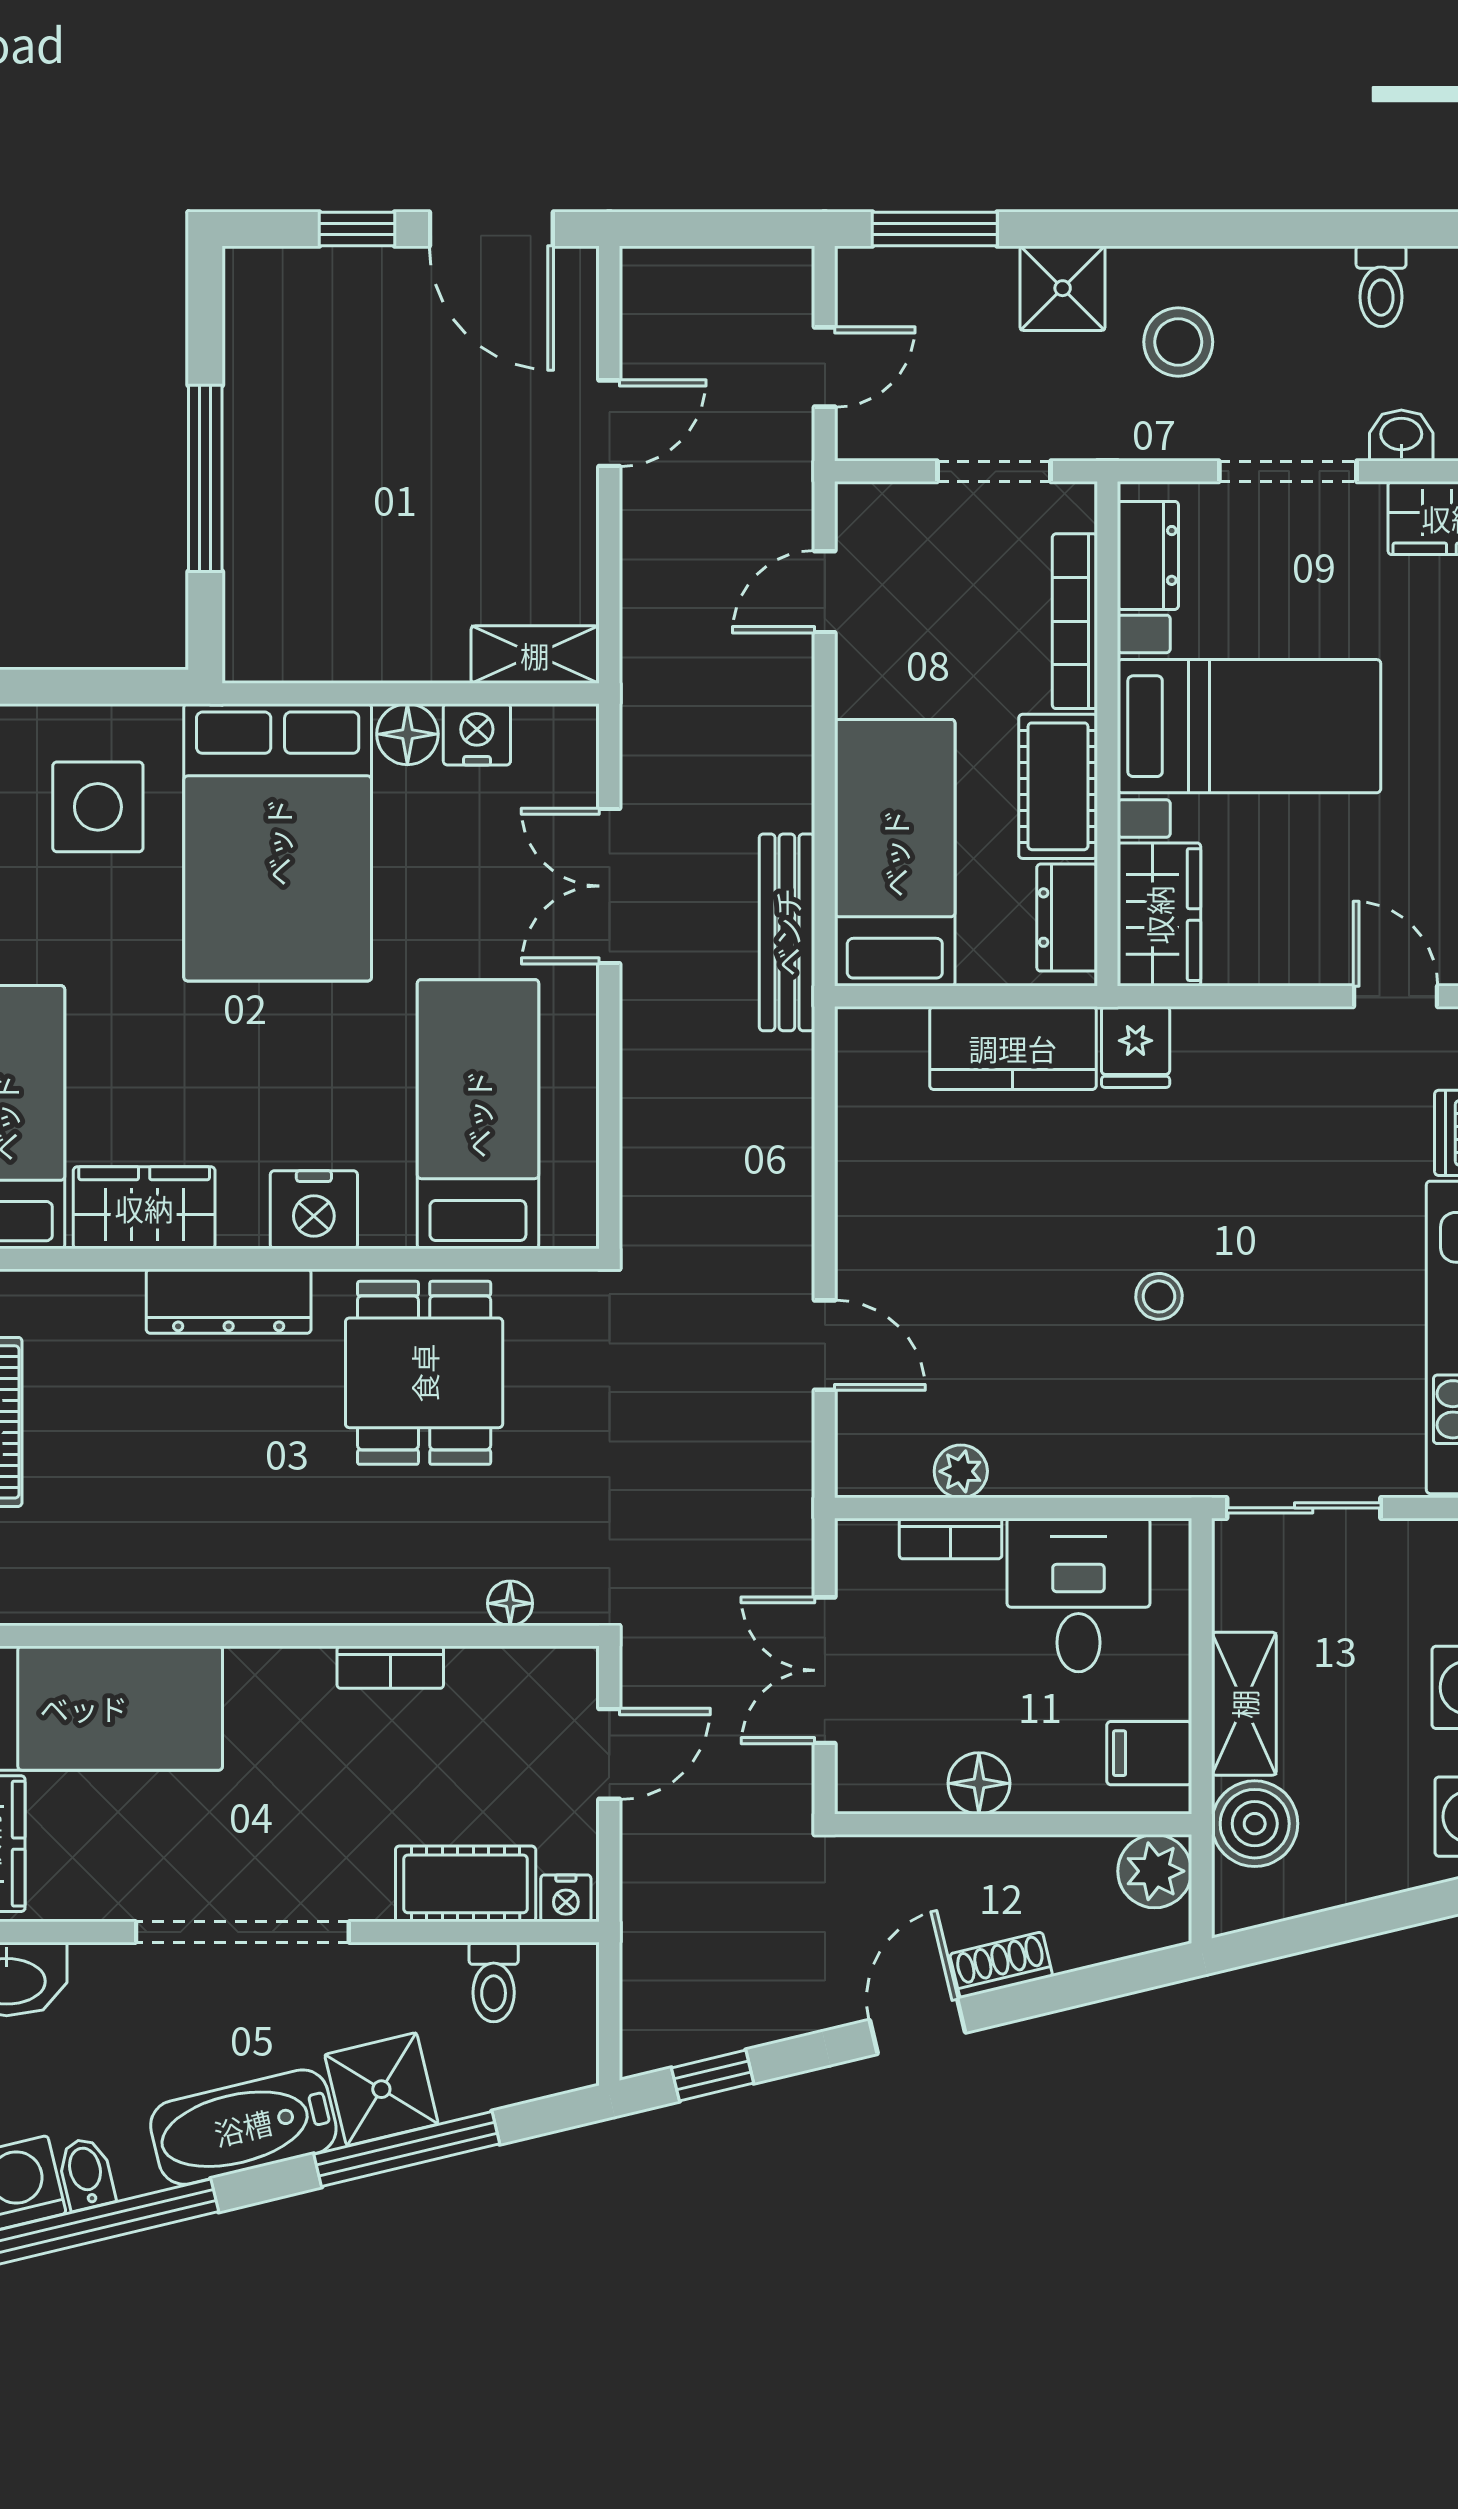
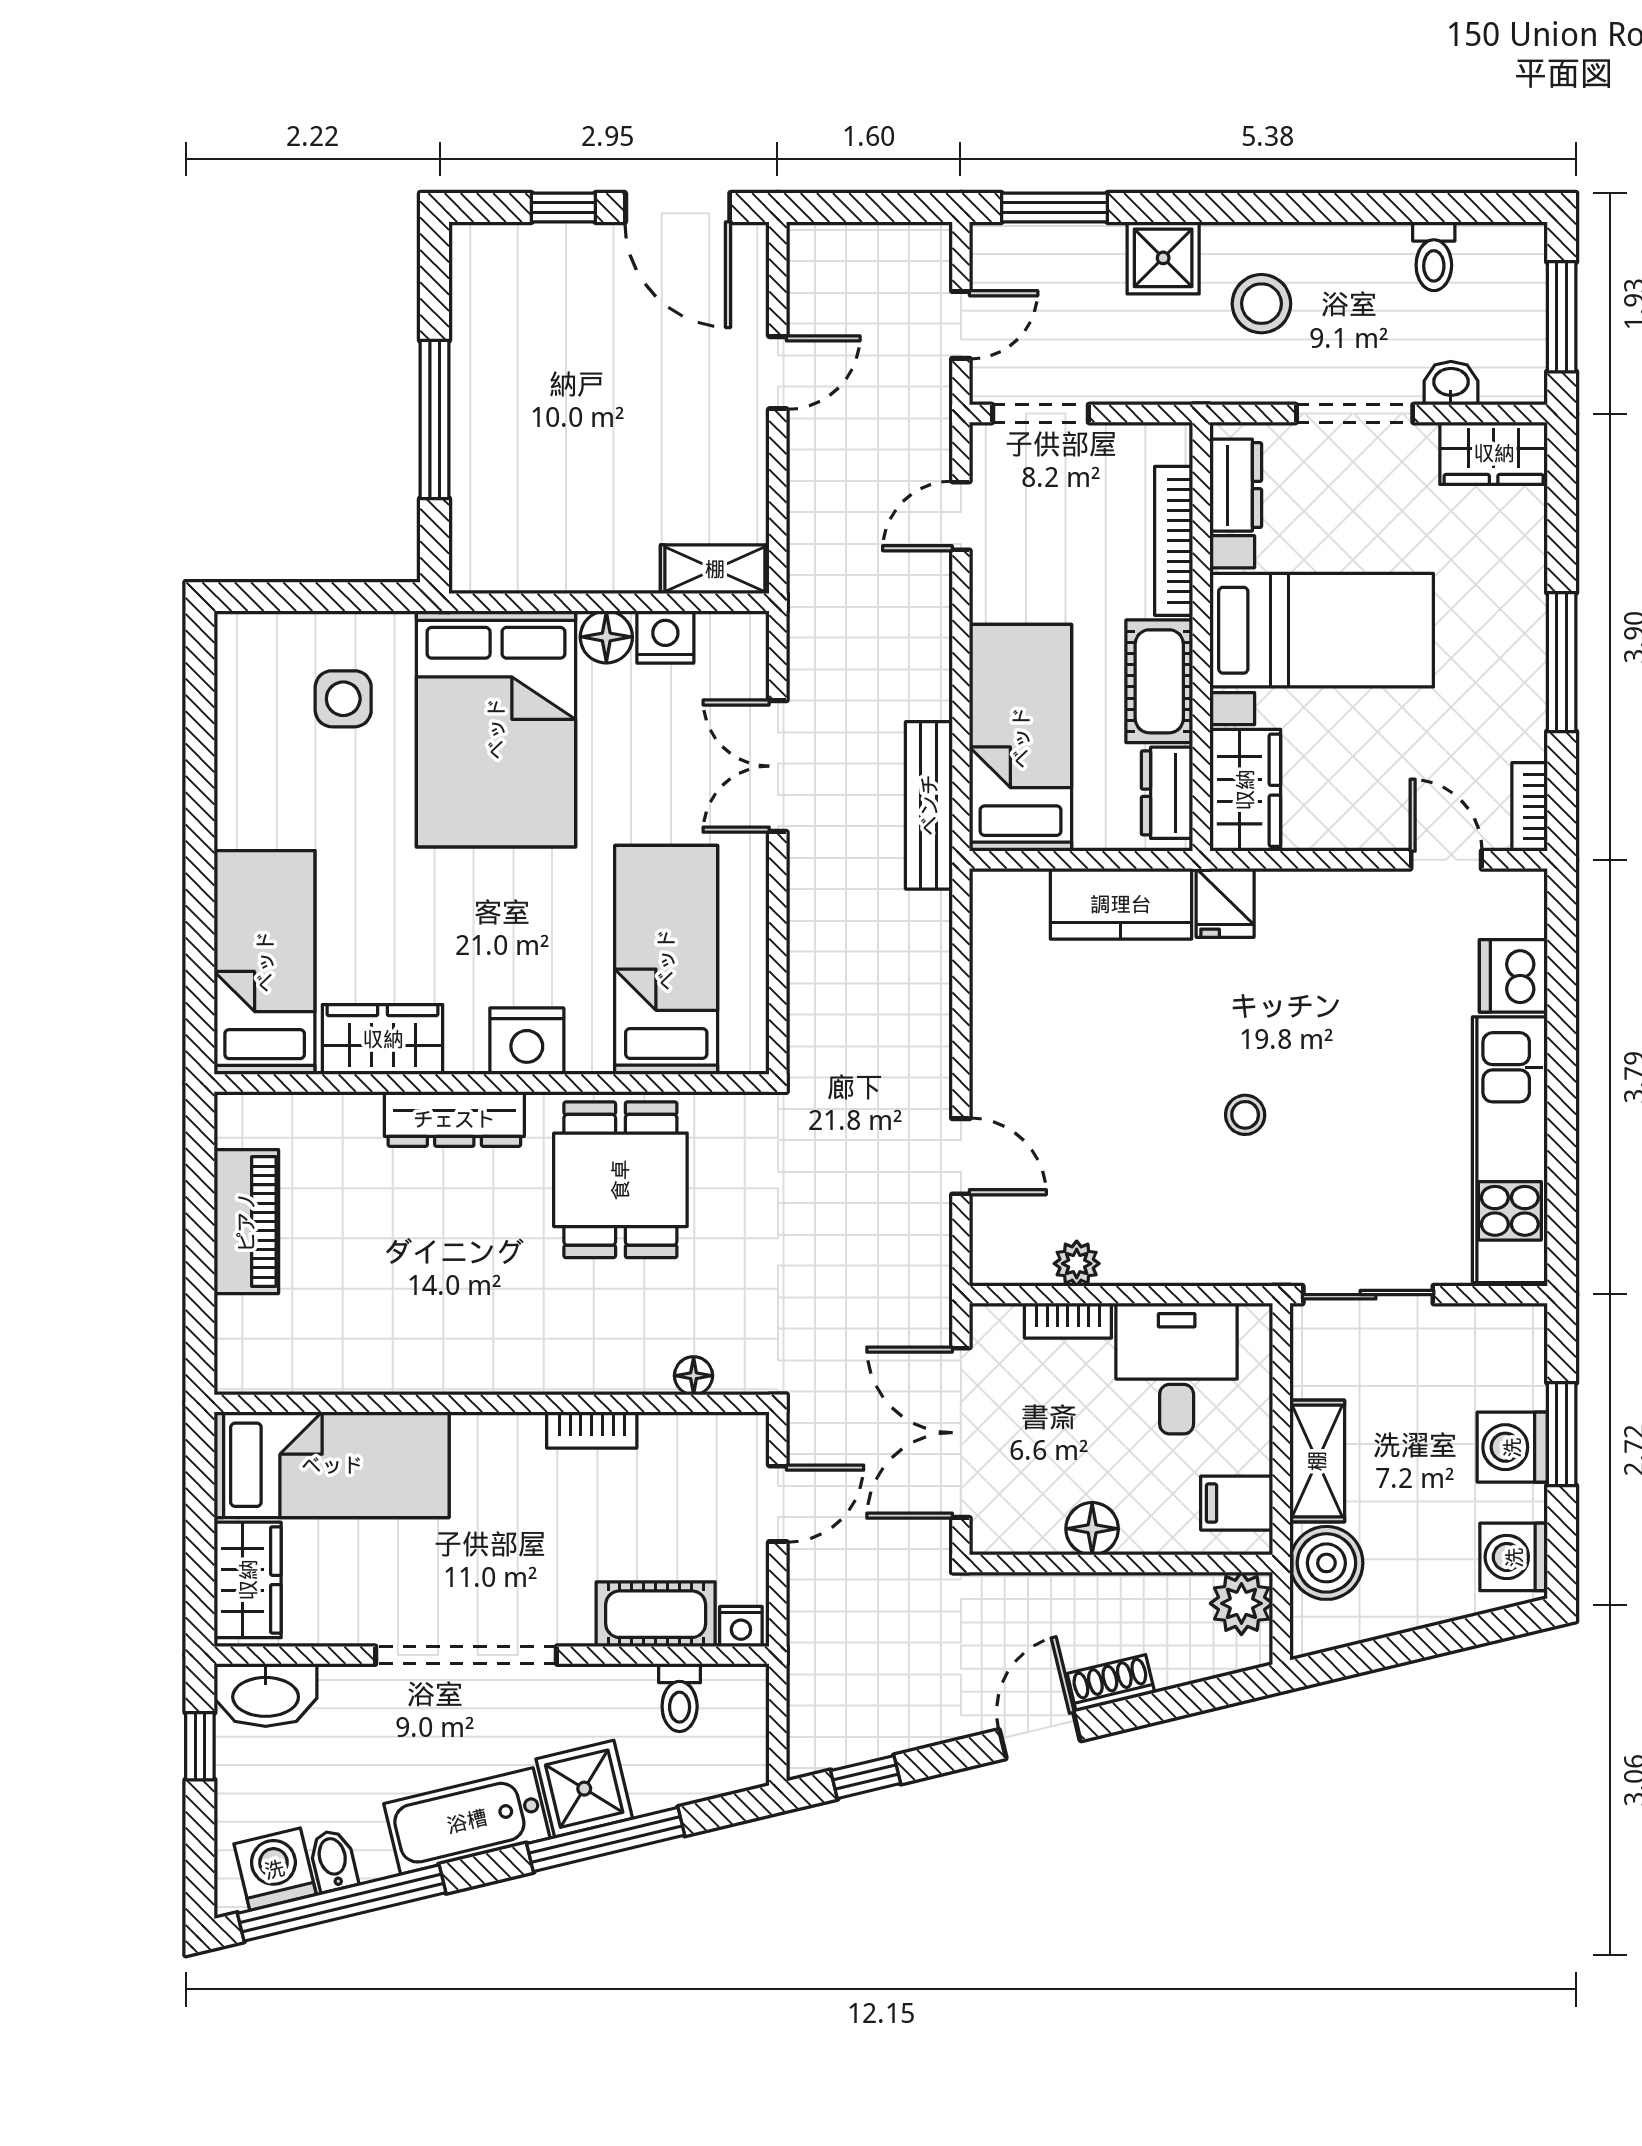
doorway: (994, 471) -> (1040, 414), moved
side table: (98, 807) -> (343, 699), width x0.73, depth x0.73
double door: (825, 1670) -> (961, 1433), width x1.37

